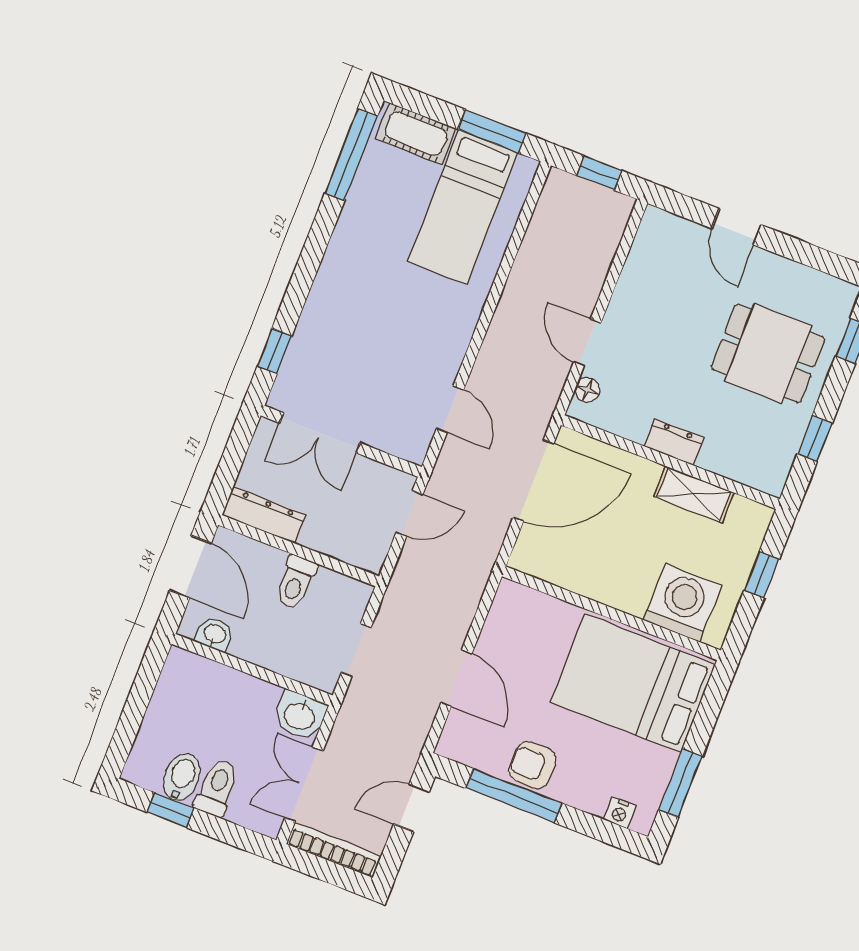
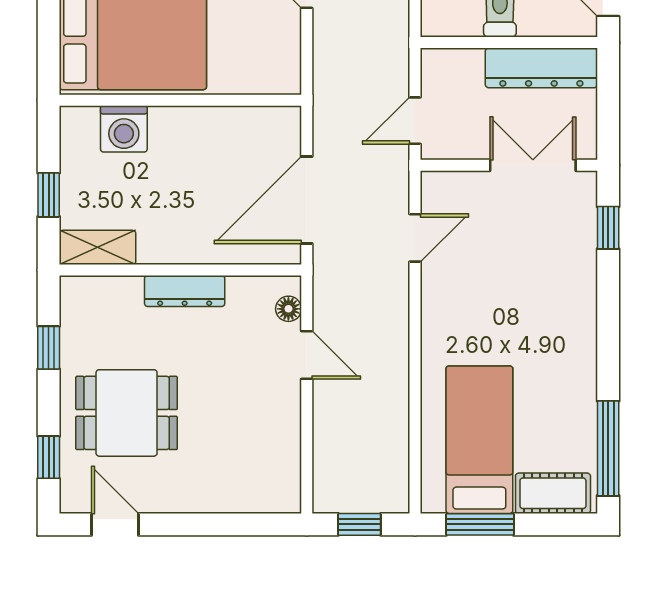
door: (736, 227) -> (115, 524), moved
door: (450, 409) -> (415, 238), swing flipped
dresser: (674, 442) -> (185, 291), width x1.44
shelving: (694, 494) -> (98, 247), moved
dresser: (264, 515) -> (541, 68), width x1.37, depth x1.24
washing machine: (682, 603) -> (124, 129), width x0.73, depth x0.73

